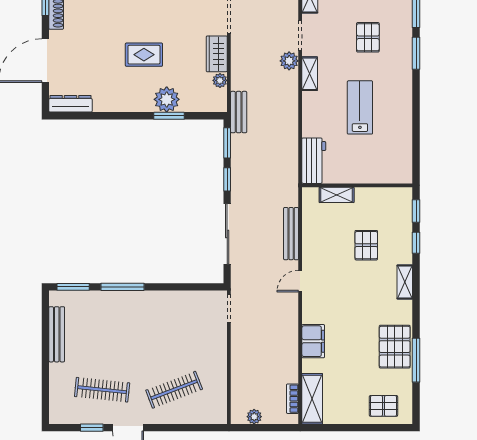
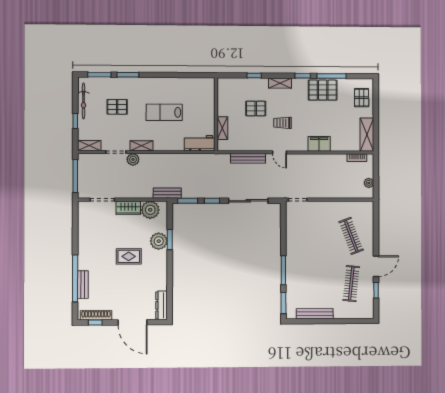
rug: (144, 55) -> (129, 256), turned 90
plant: (220, 80) -> (150, 210), width x1.88, depth x1.88
window: (416, 211) -> (303, 76), moved
trolley: (345, 286) -> (283, 123), added
shelving: (312, 399) -> (367, 135), moved, turned 90

